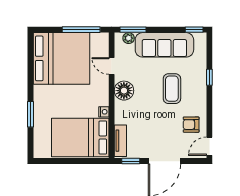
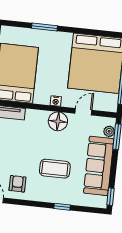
nightstand: (104, 112) -> (56, 101), moved

